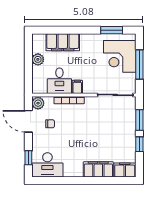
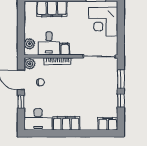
plant: (38, 59) -> (29, 44), moved
window: (139, 65) -> (121, 29), removed
window: (28, 158) -> (21, 102), moved
filing cabinet: (98, 169) -> (66, 123), moved

